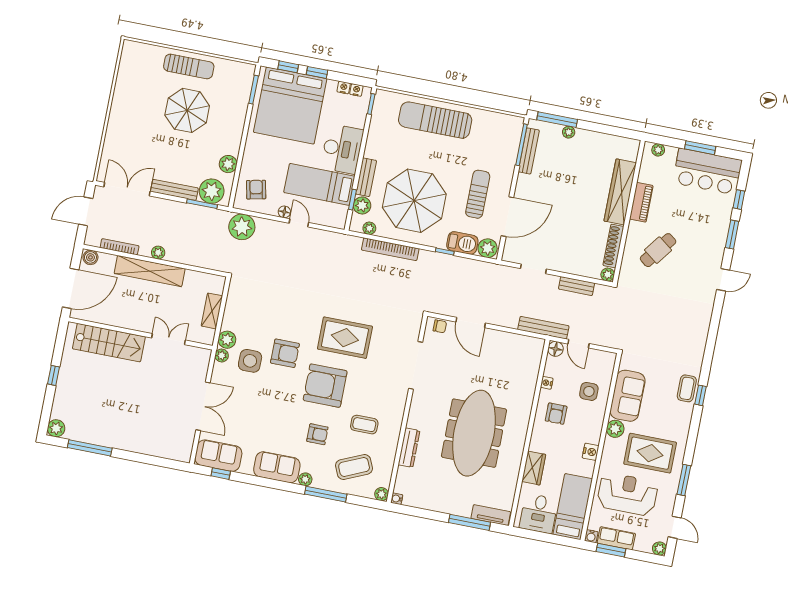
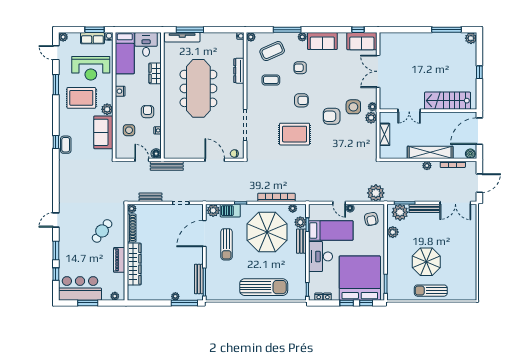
armchair: (325, 386) -> (301, 100), width x0.53, depth x0.53
tv unit: (491, 515) -> (182, 37), width x1.41

